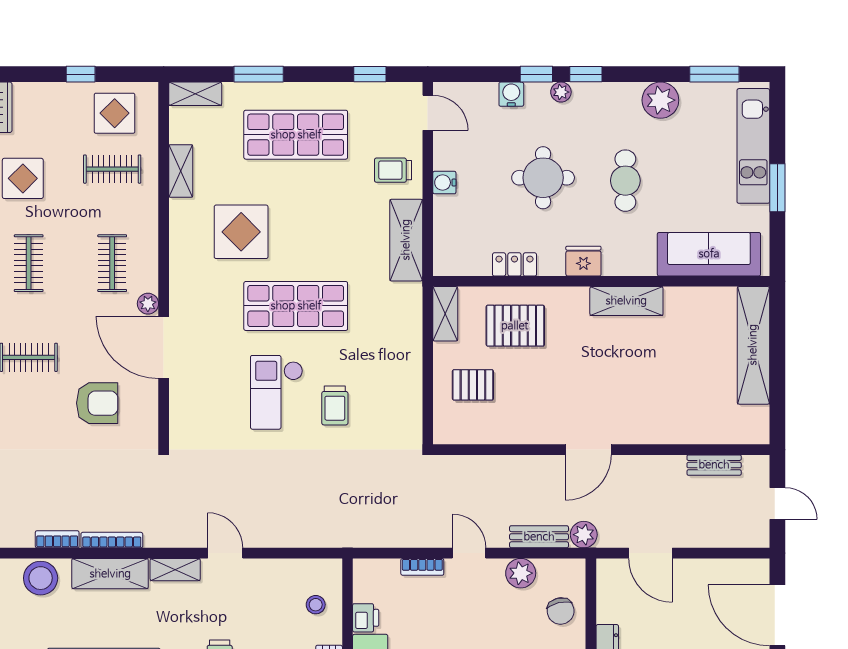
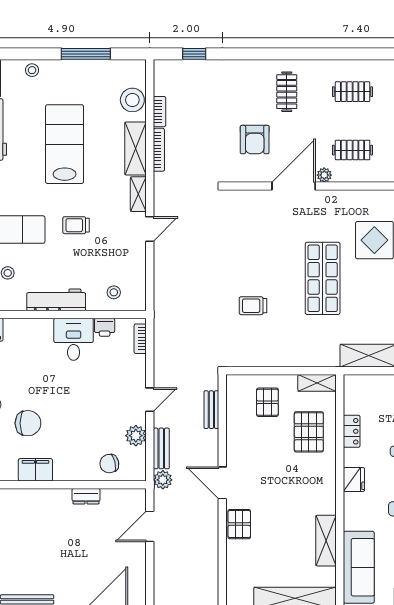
shelving: (626, 301) -> (326, 541), moved
checkout: (277, 392) -> (262, 265), removed
pallet: (647, 425) -> (239, 524), added
bench: (714, 465) -> (211, 410), moved
bookcase: (422, 567) -> (140, 339), moved

